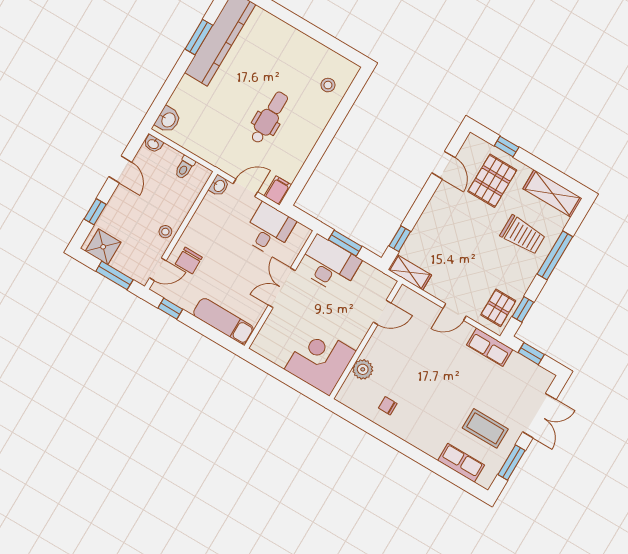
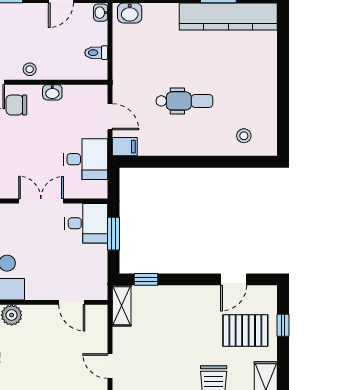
washbasin: (219, 186) -> (52, 92), moved
desk: (329, 264) -> (86, 223), width x0.73

